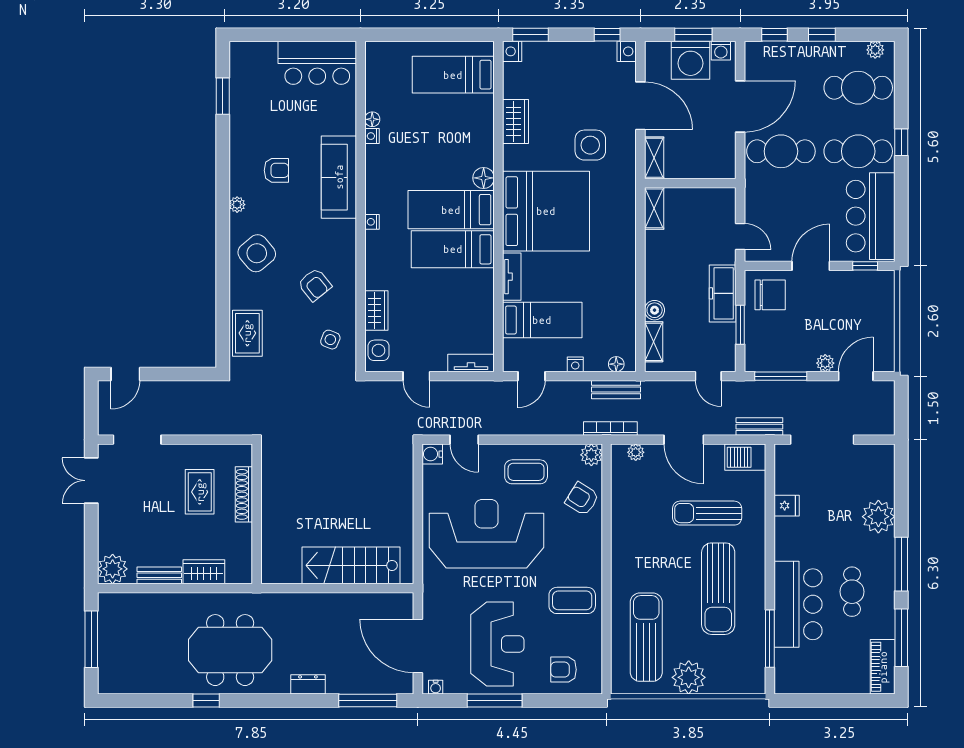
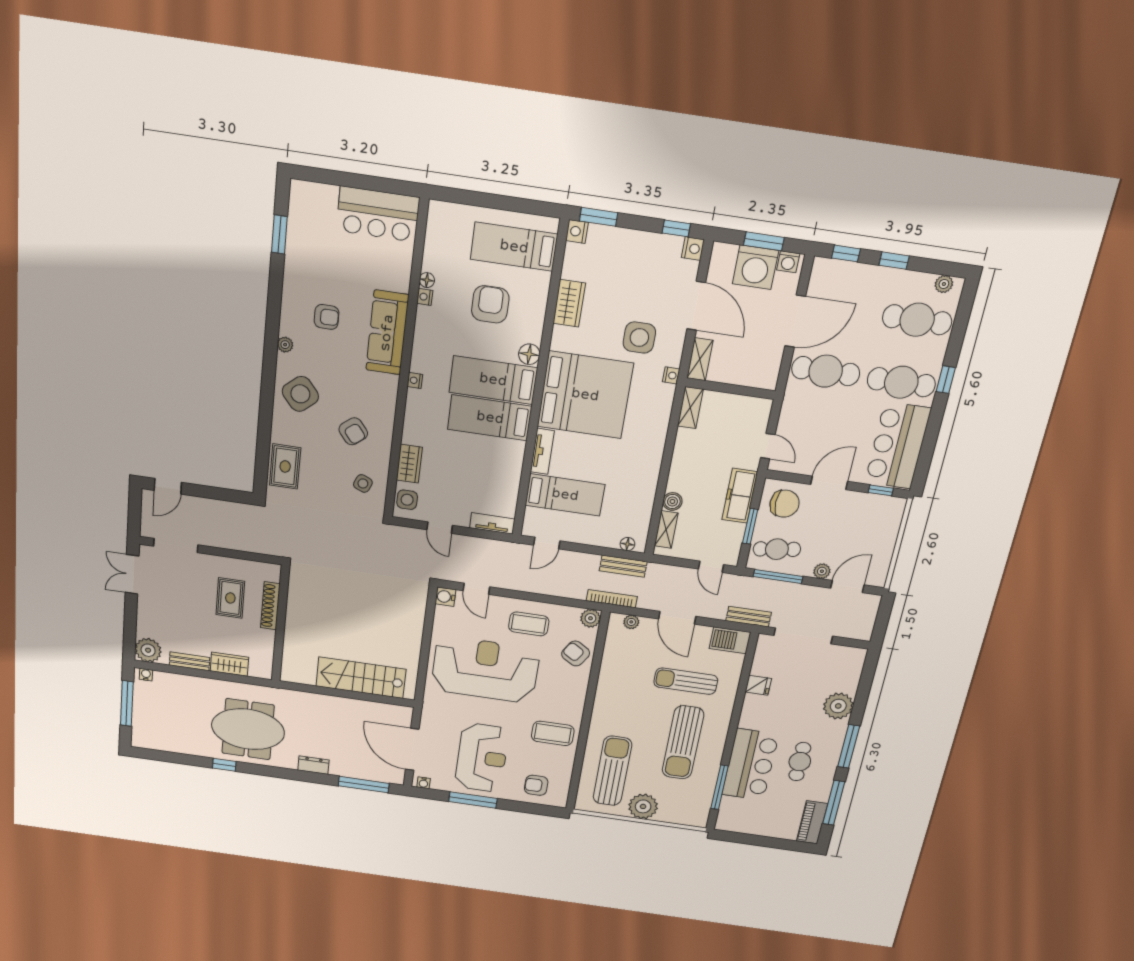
armchair: (438, 134) -> (490, 304), added
cafe table: (773, 346) -> (777, 549), added
nightstand: (575, 364) -> (671, 375), moved, turned -90
water cooler: (111, 599) -> (146, 675), added

